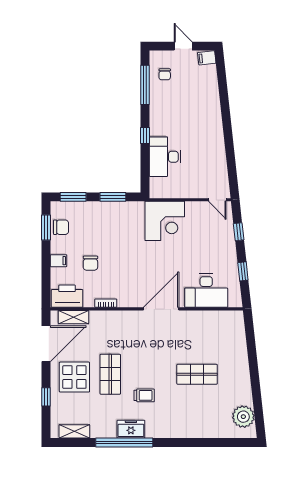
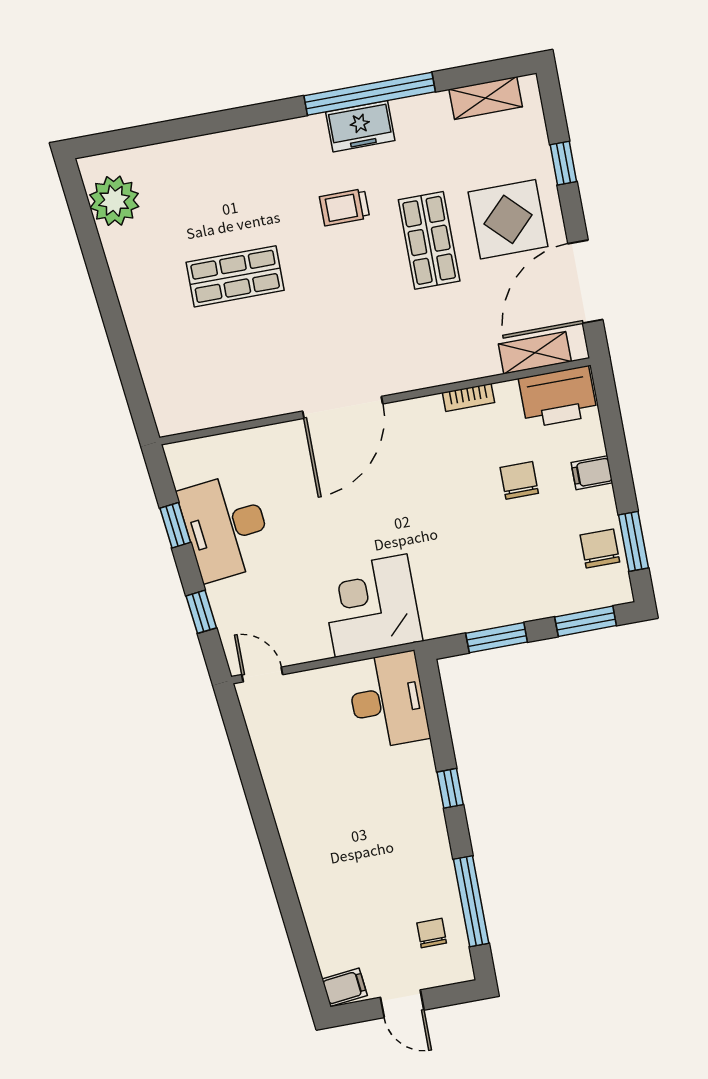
desk: (165, 157) -> (388, 700), moved
chair: (61, 227) -> (600, 549), turned 90
desk: (206, 291) -> (226, 527), moved, turned -96

